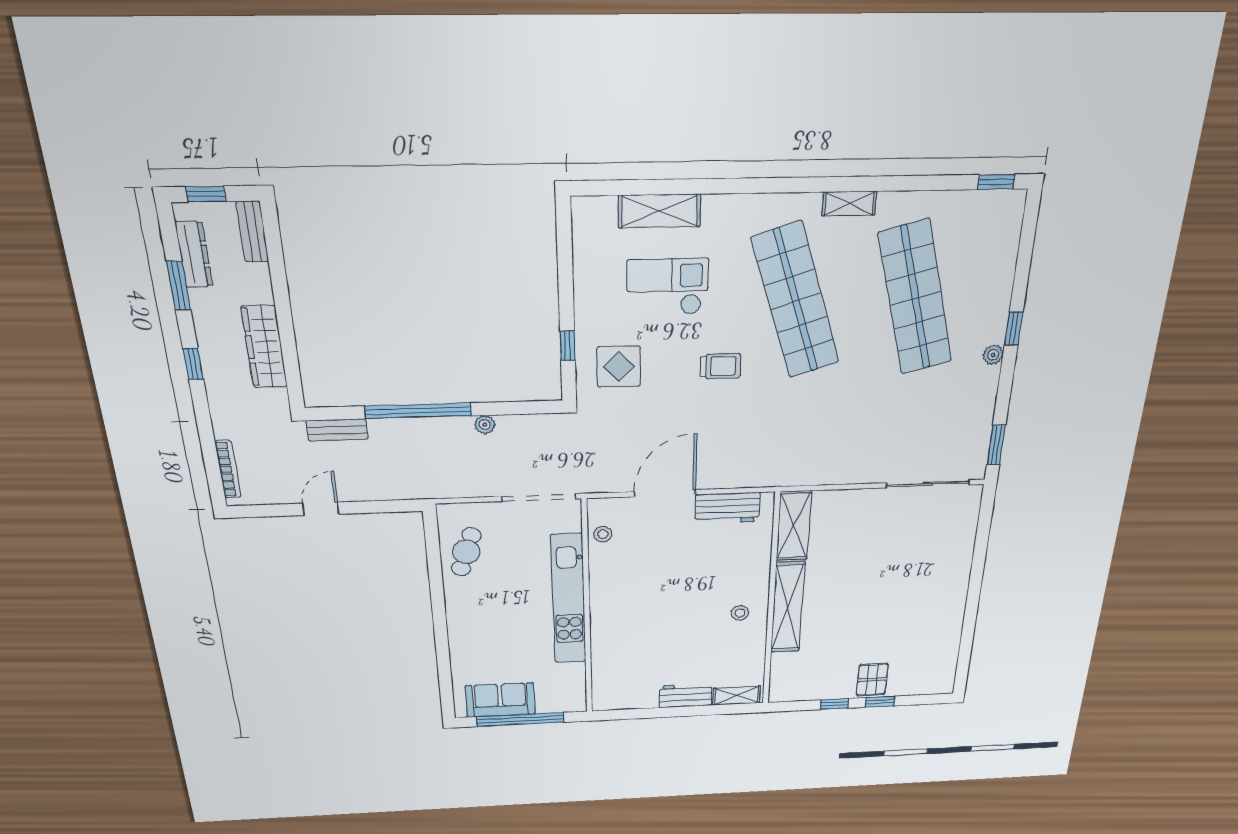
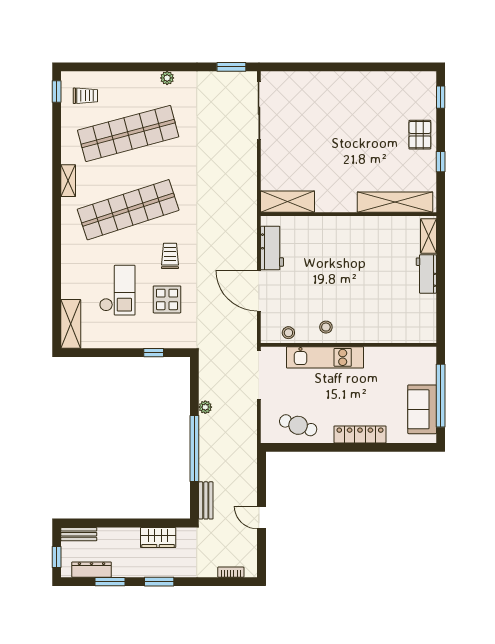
shelving: (659, 211) -> (71, 324), moved
trolley: (983, 229) -> (85, 96), added
checkout: (668, 287) -> (117, 290), turned 180
window: (1014, 329) -> (150, 67), removed
wardrobe: (264, 347) -> (158, 538), width x0.67
window: (193, 364) -> (159, 582), width x1.50
display table: (619, 367) -> (167, 299), moved
bookcase: (228, 469) -> (231, 572), width x0.64
kitchen unit: (569, 599) -> (325, 357), width x0.73
shelving: (788, 607) -> (395, 202), moved
stool: (740, 613) -> (326, 327), moved
locker: (459, 629) -> (360, 434), added
pallet: (872, 680) -> (420, 135), turned 90
window: (880, 702) -> (441, 97), moved

